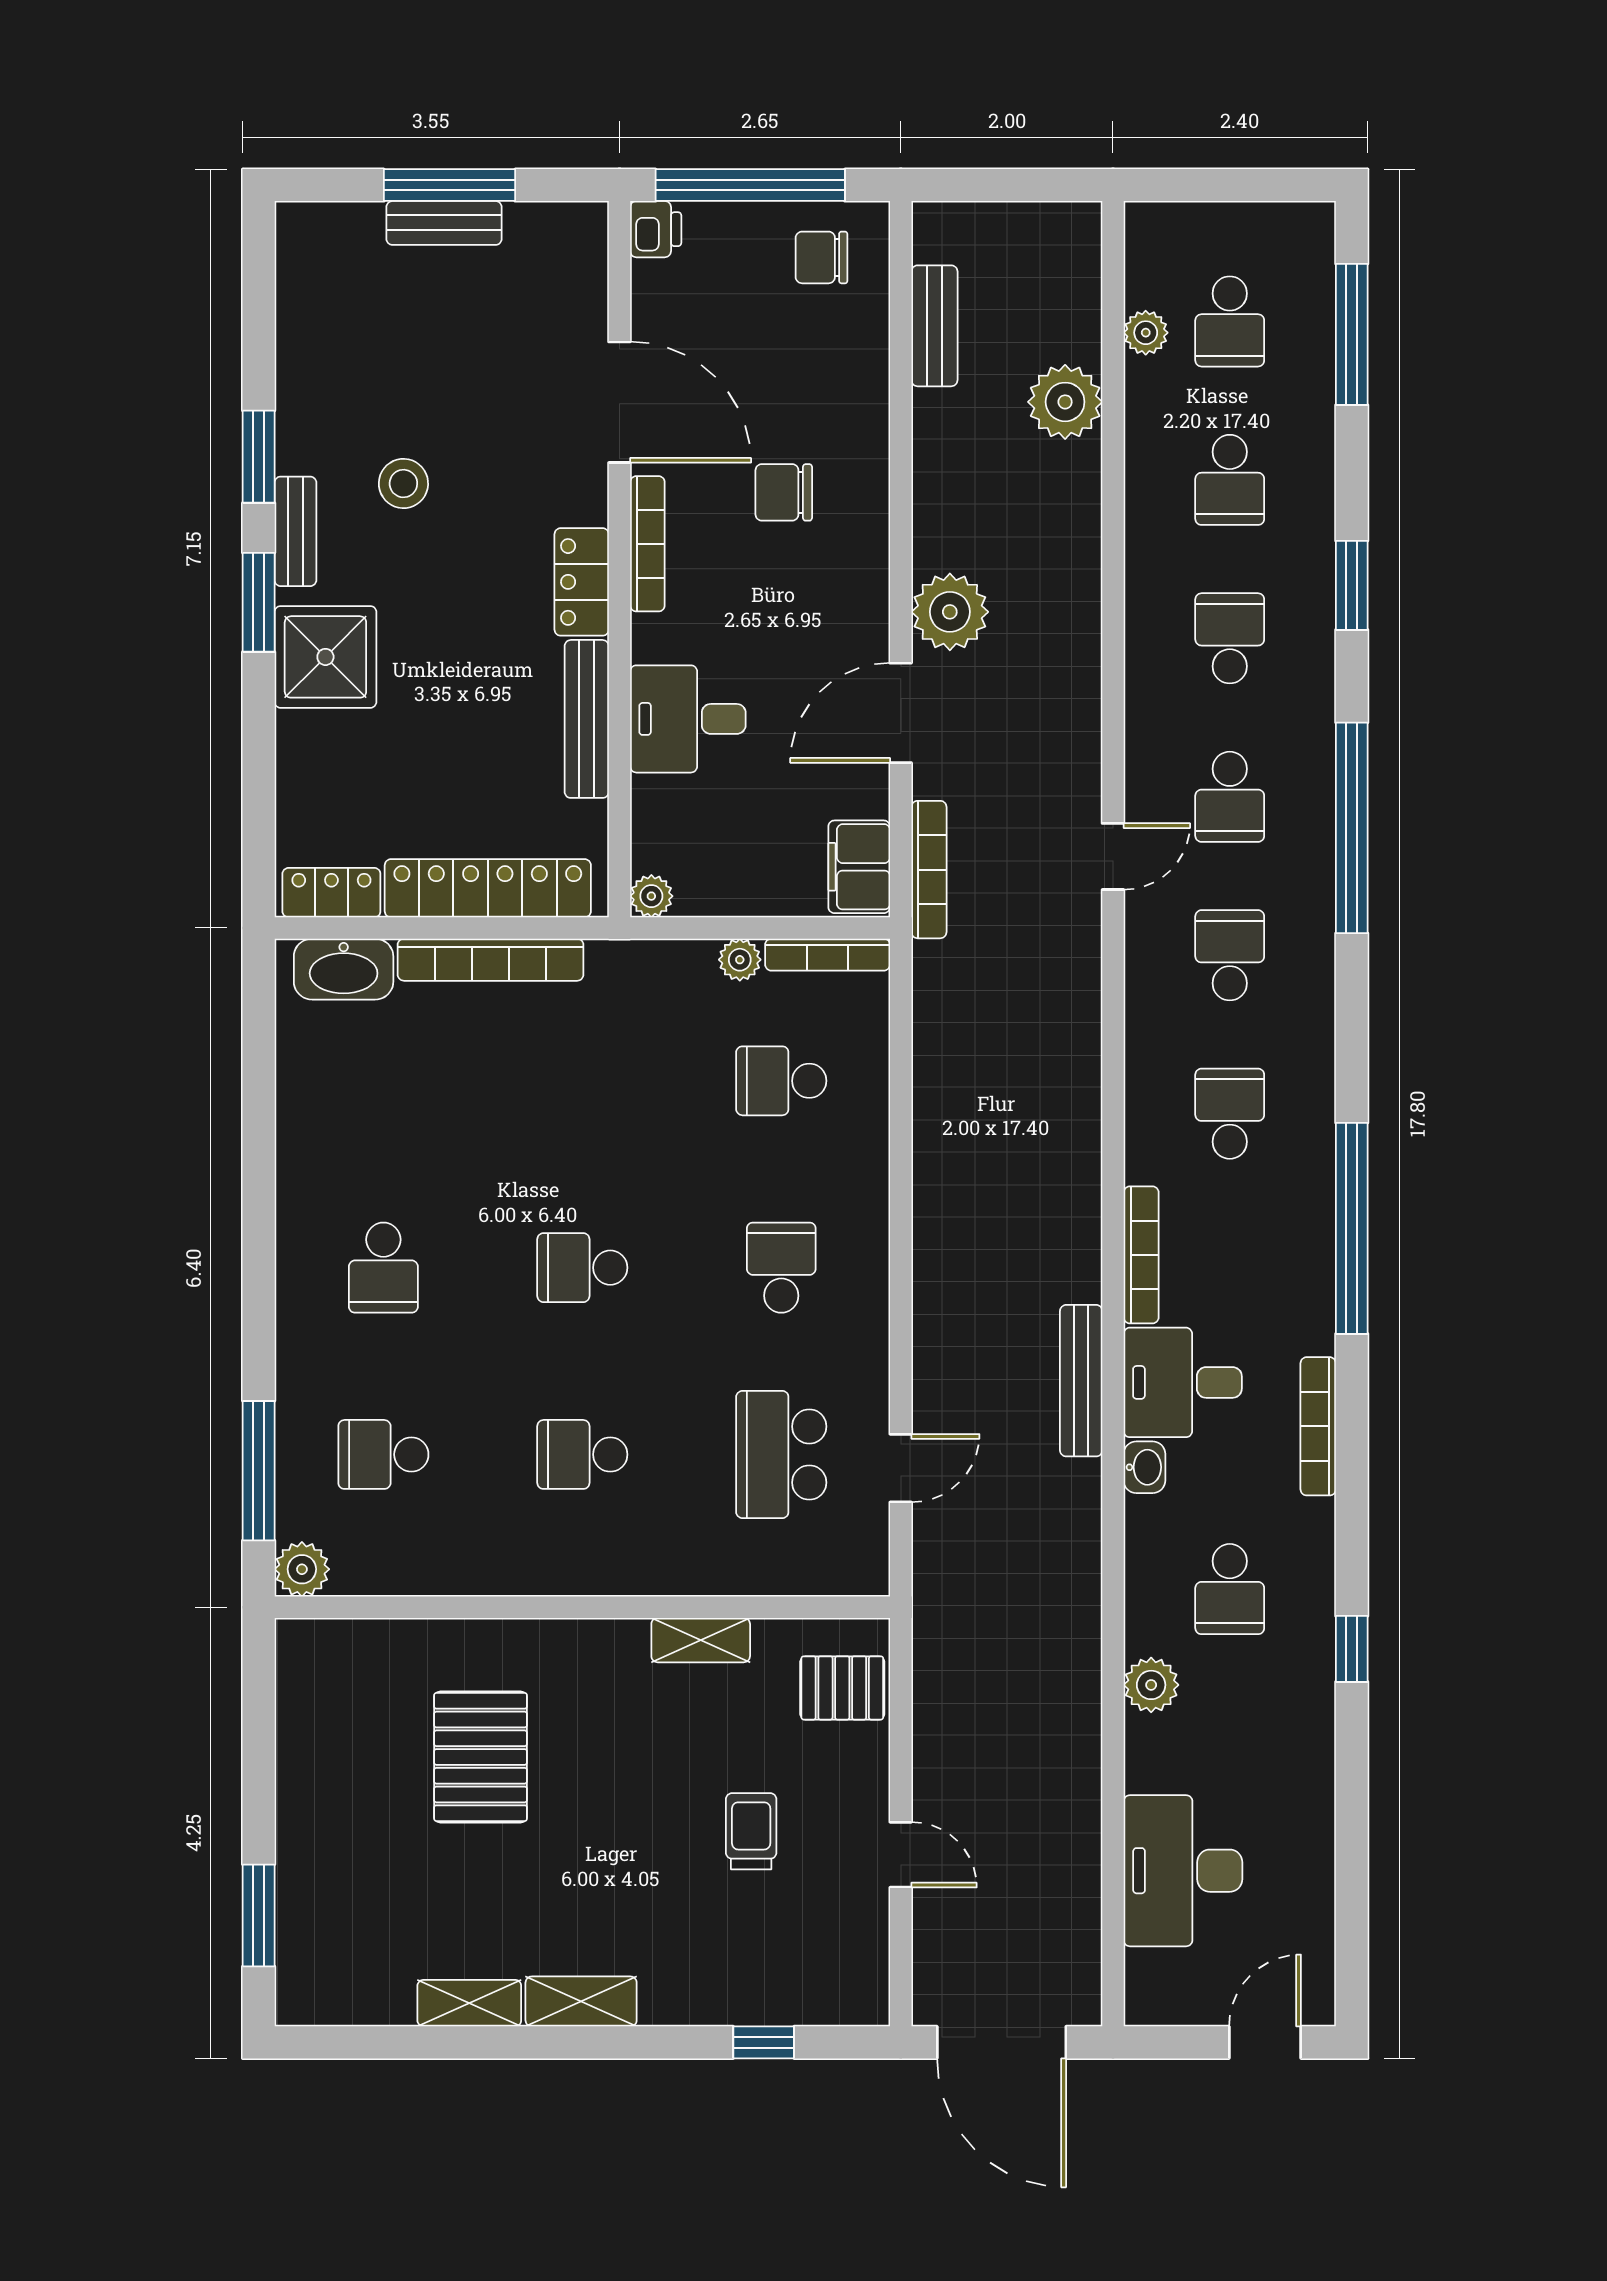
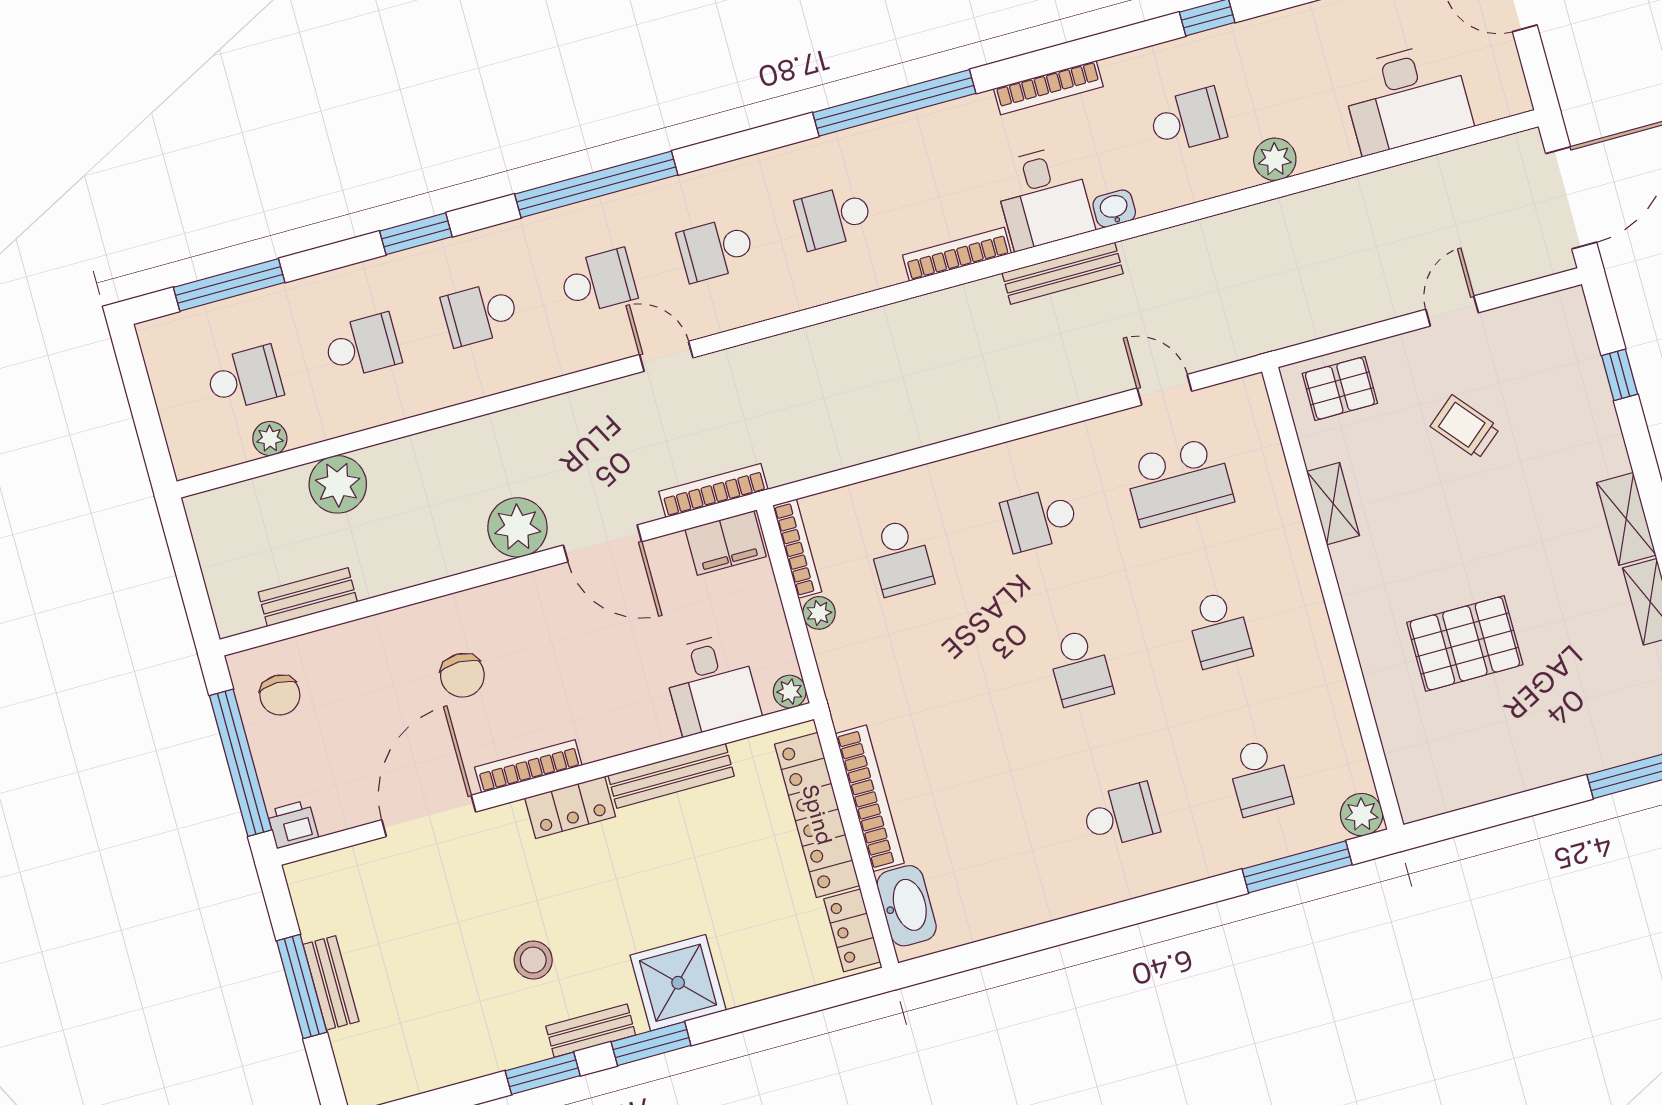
desk: (688, 719) -> (711, 684), moved
pallet: (842, 1688) -> (1340, 388), turned 90
trolley: (751, 1831) -> (1465, 427), turned 50

